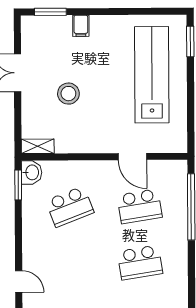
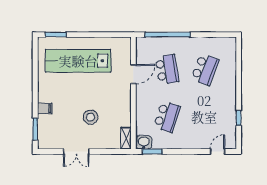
school desk: (70, 207) -> (167, 117), turned 39
school desk: (140, 262) -> (205, 69), turned 30

